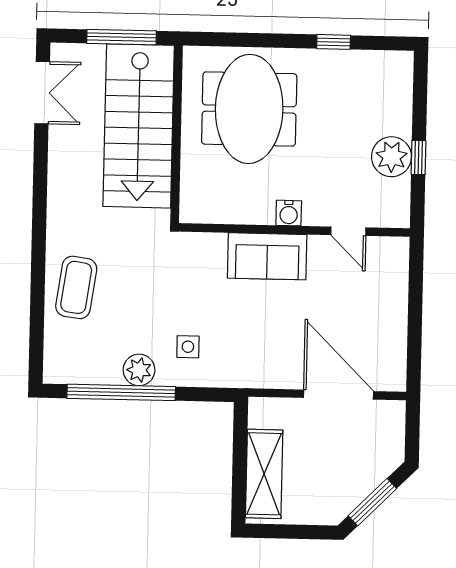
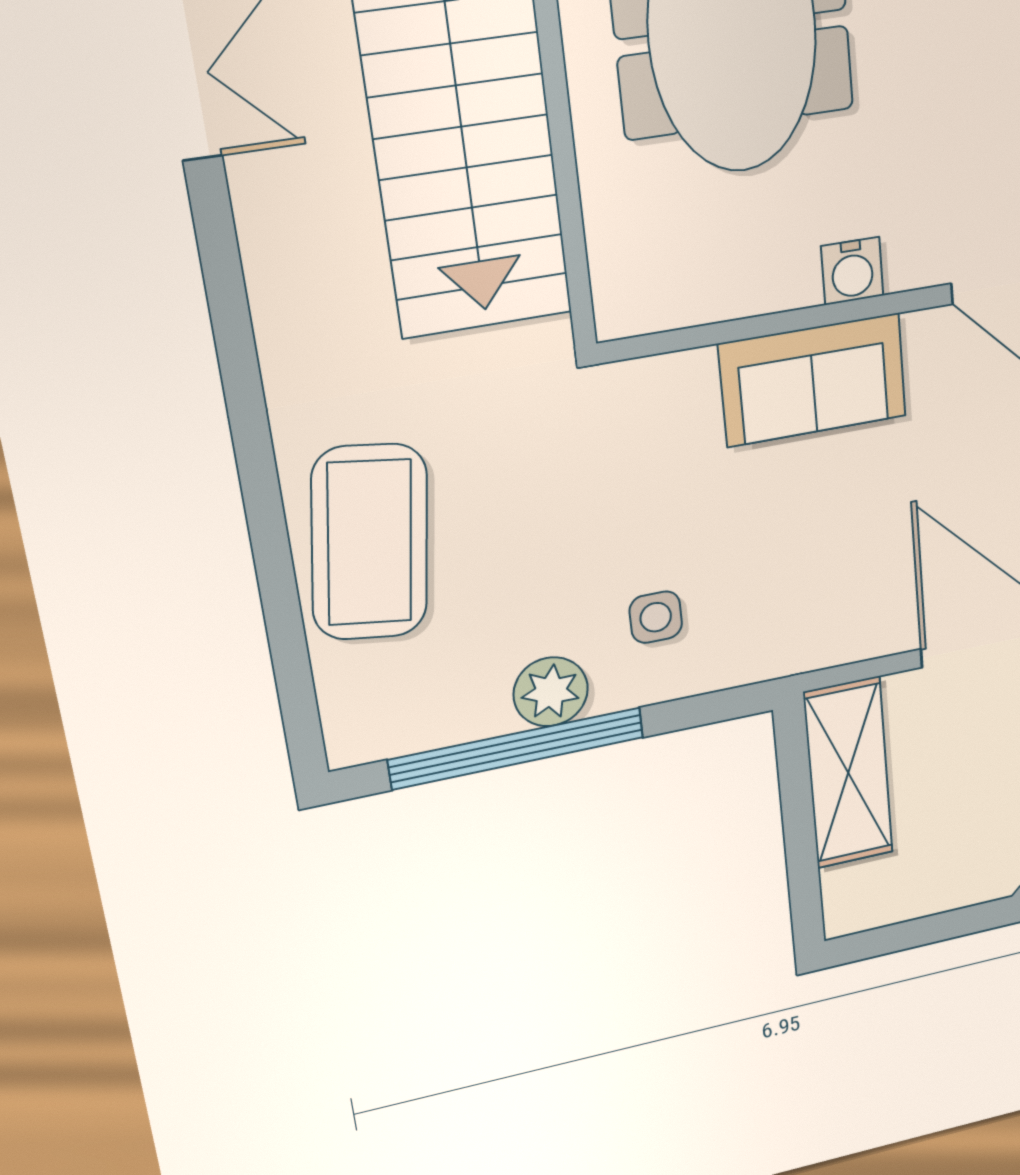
coffee table: (76, 287) -> (370, 543), width x1.36, depth x1.32
shelving: (264, 474) -> (848, 773), moved

